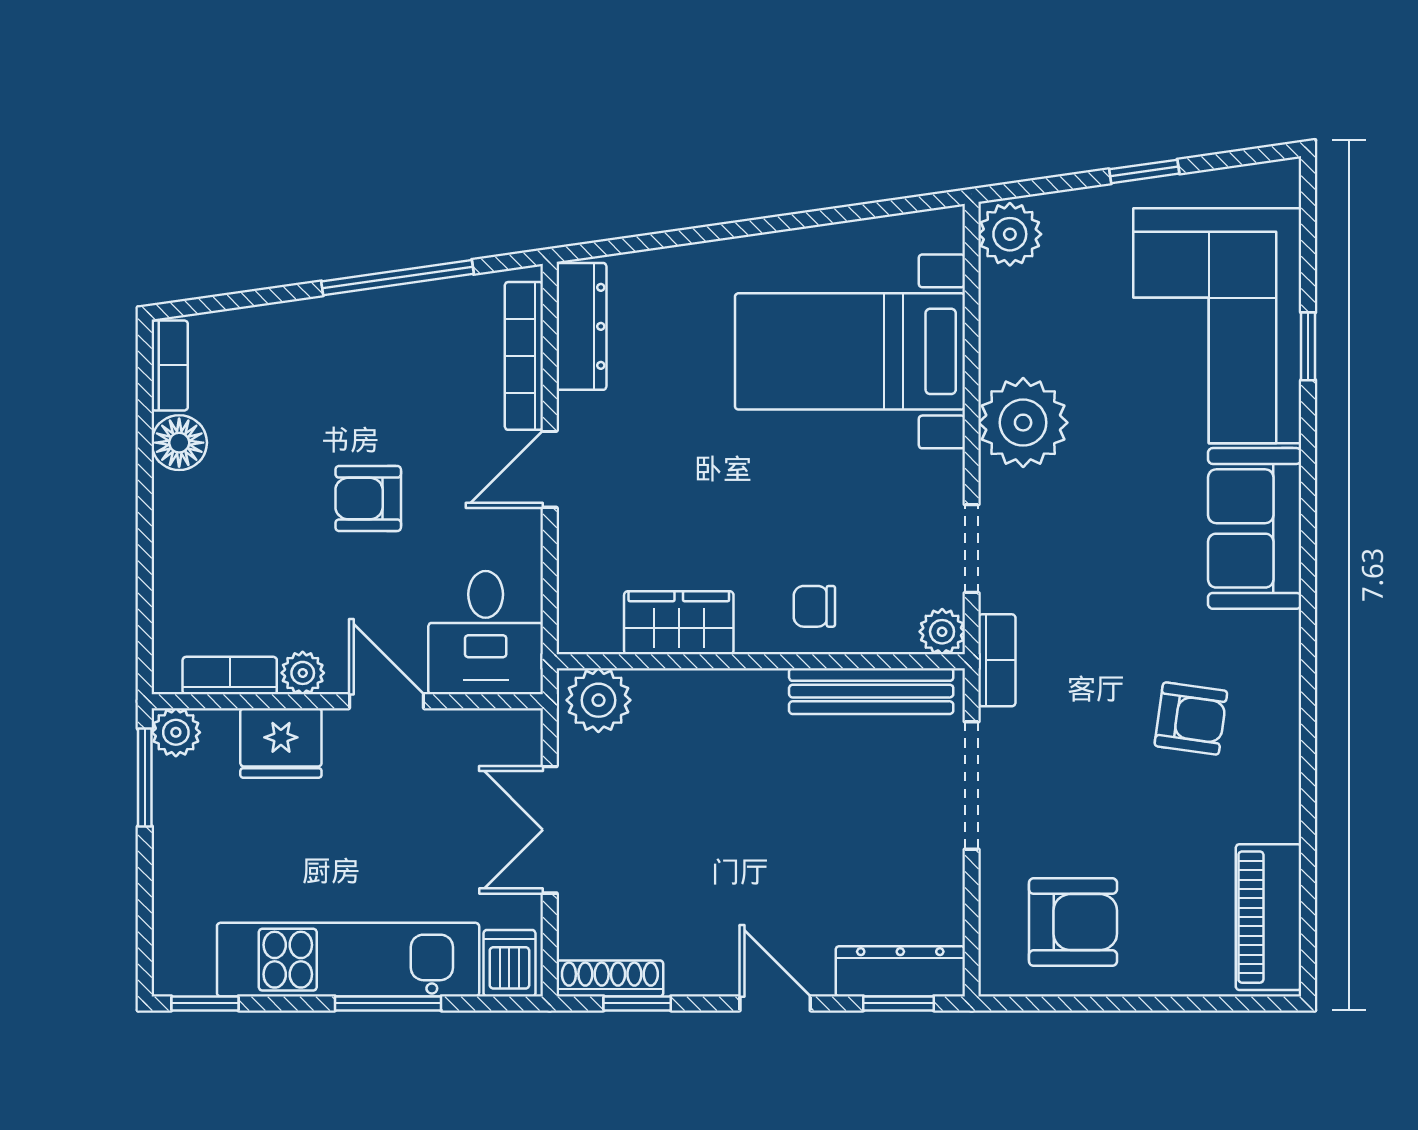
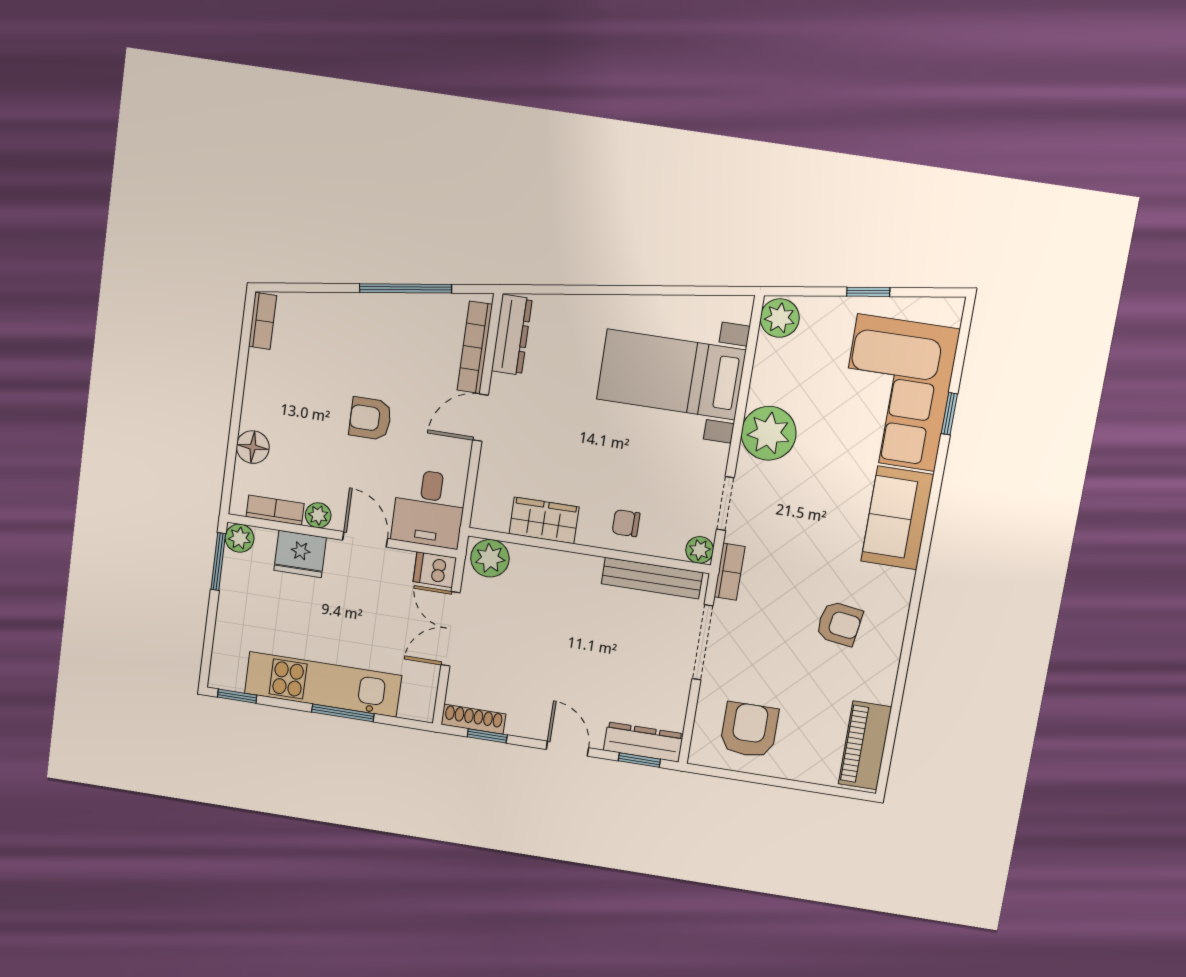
floor lamp: (179, 443) -> (253, 447), moved
armchair: (1073, 922) -> (749, 730), turned -90
dishwasher: (509, 963) -> (435, 570), moved, turned -90

